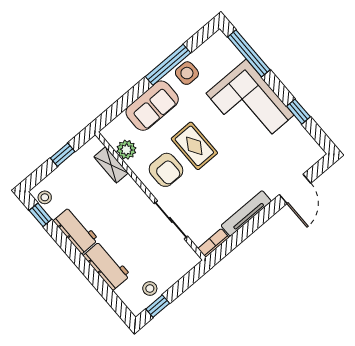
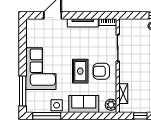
window: (168, 65) -> (47, 116), moved
window: (298, 112) -> (23, 48), removed
plant: (126, 150) -> (111, 105), moved
armchair: (166, 170) -> (101, 71), turned -90

